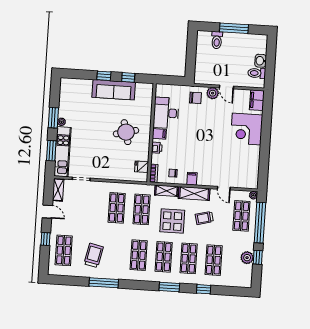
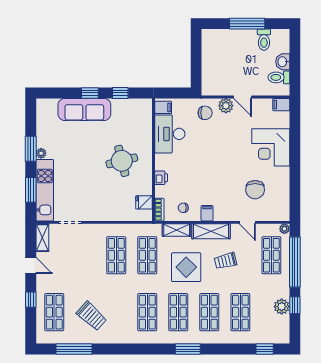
toilet: (217, 40) -> (264, 40), moved
sofa: (114, 90) -> (84, 109), moved
filing cabinet: (257, 100) -> (281, 105), width x0.50
filing cabinet: (159, 134) -> (163, 107), moved
chair: (232, 162) -> (255, 190), added
trolley: (94, 255) -> (92, 316), turned 120
window: (104, 283) -> (74, 349), moved
window: (204, 289) -> (265, 349), moved

